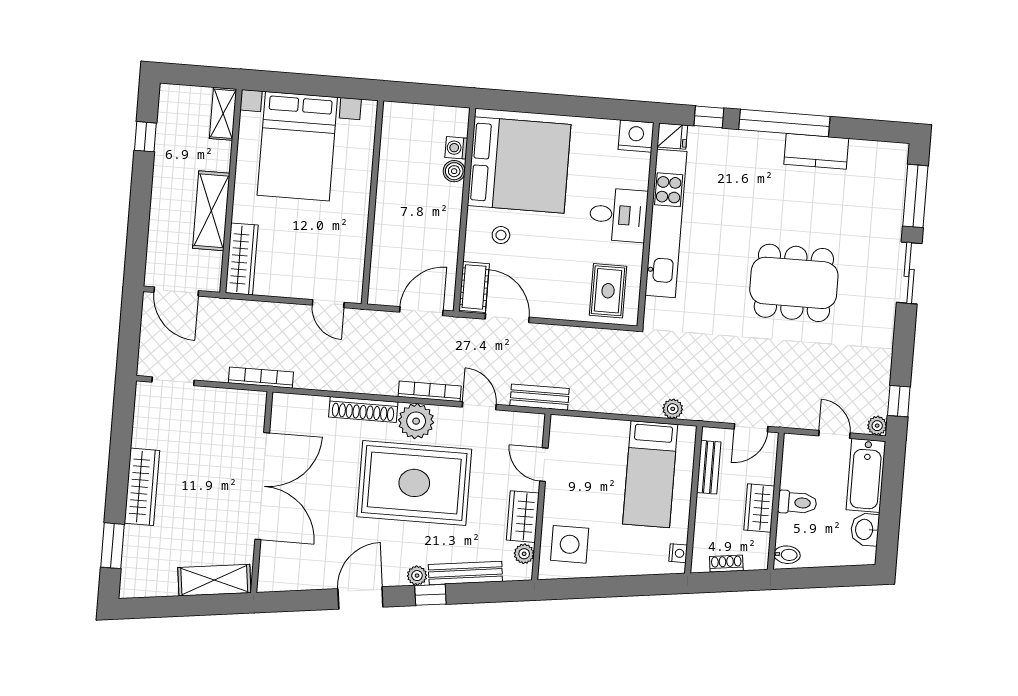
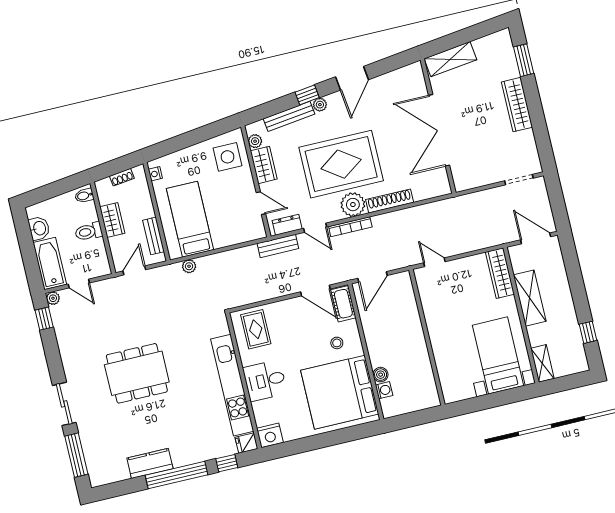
bed with nightstands: (297, 146) -> (498, 355), width x0.73
bookcase: (261, 378) -> (463, 200), removed
dresser: (517, 423) -> (287, 225), added

